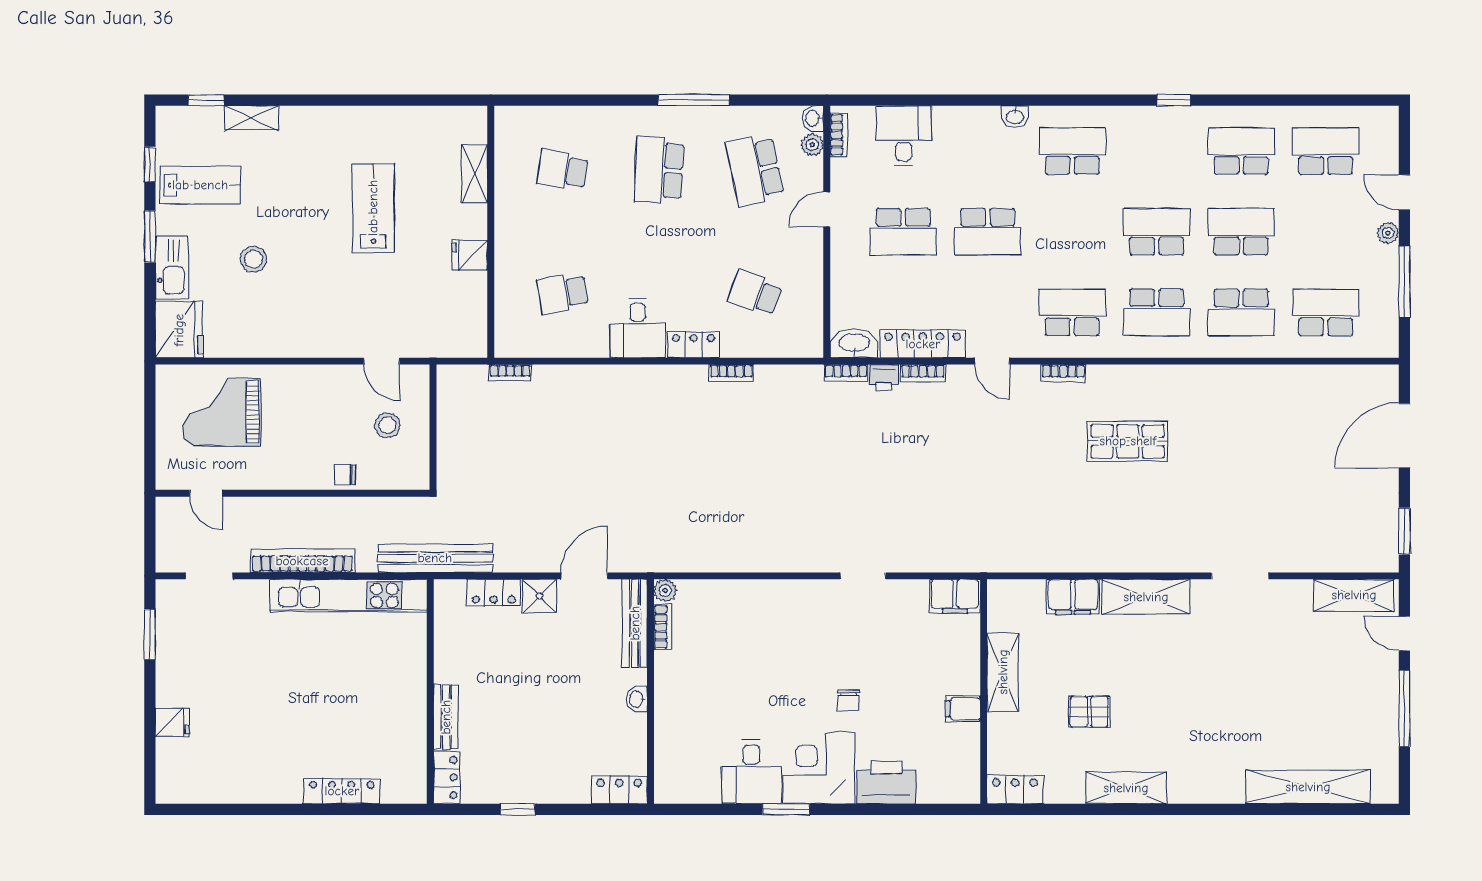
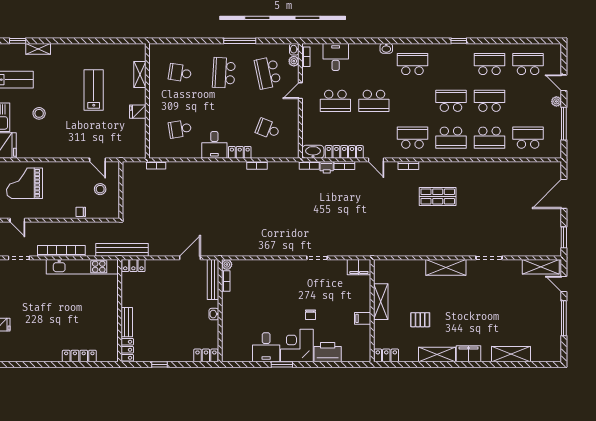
locker: (494, 593) -> (133, 265), moved
shower: (540, 596) -> (170, 267), removed
filing cabinet: (1073, 597) -> (469, 354), moved, turned 180
shelving: (1308, 787) -> (511, 354), width x0.68

